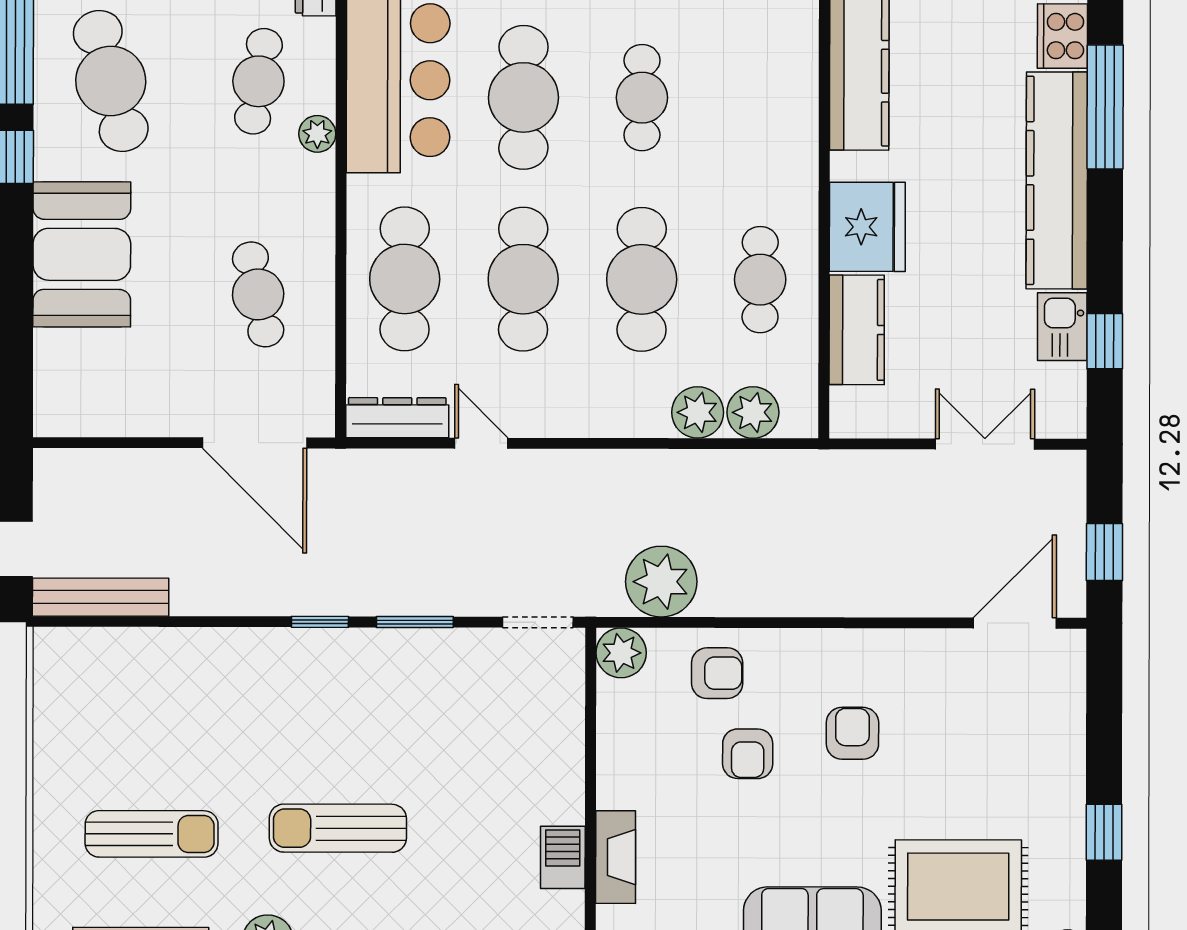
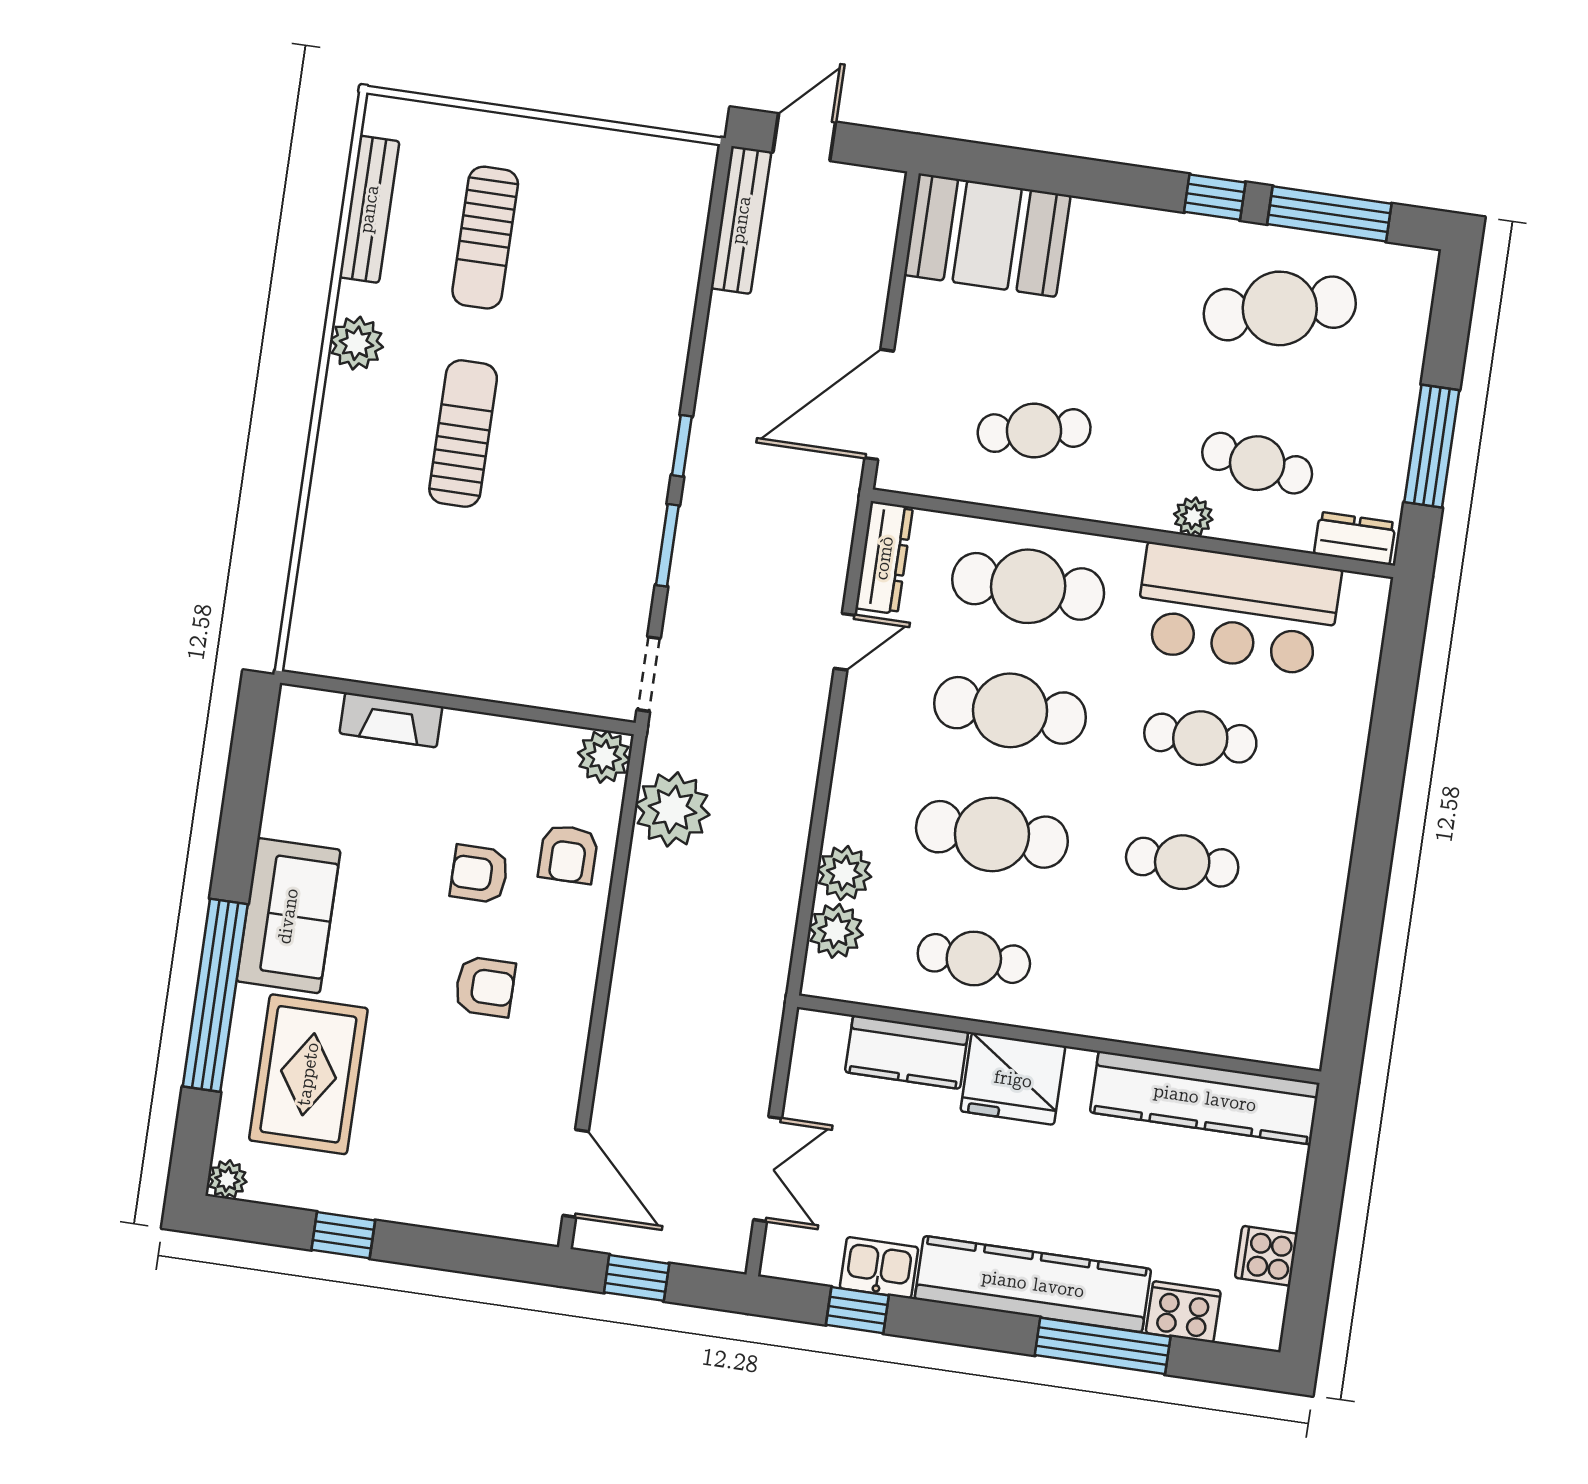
cafe table: (523, 97) -> (1200, 738), width x0.73, depth x0.74
booth: (82, 254) -> (987, 235), moved
barbecue: (563, 857) -> (399, 665), removed

